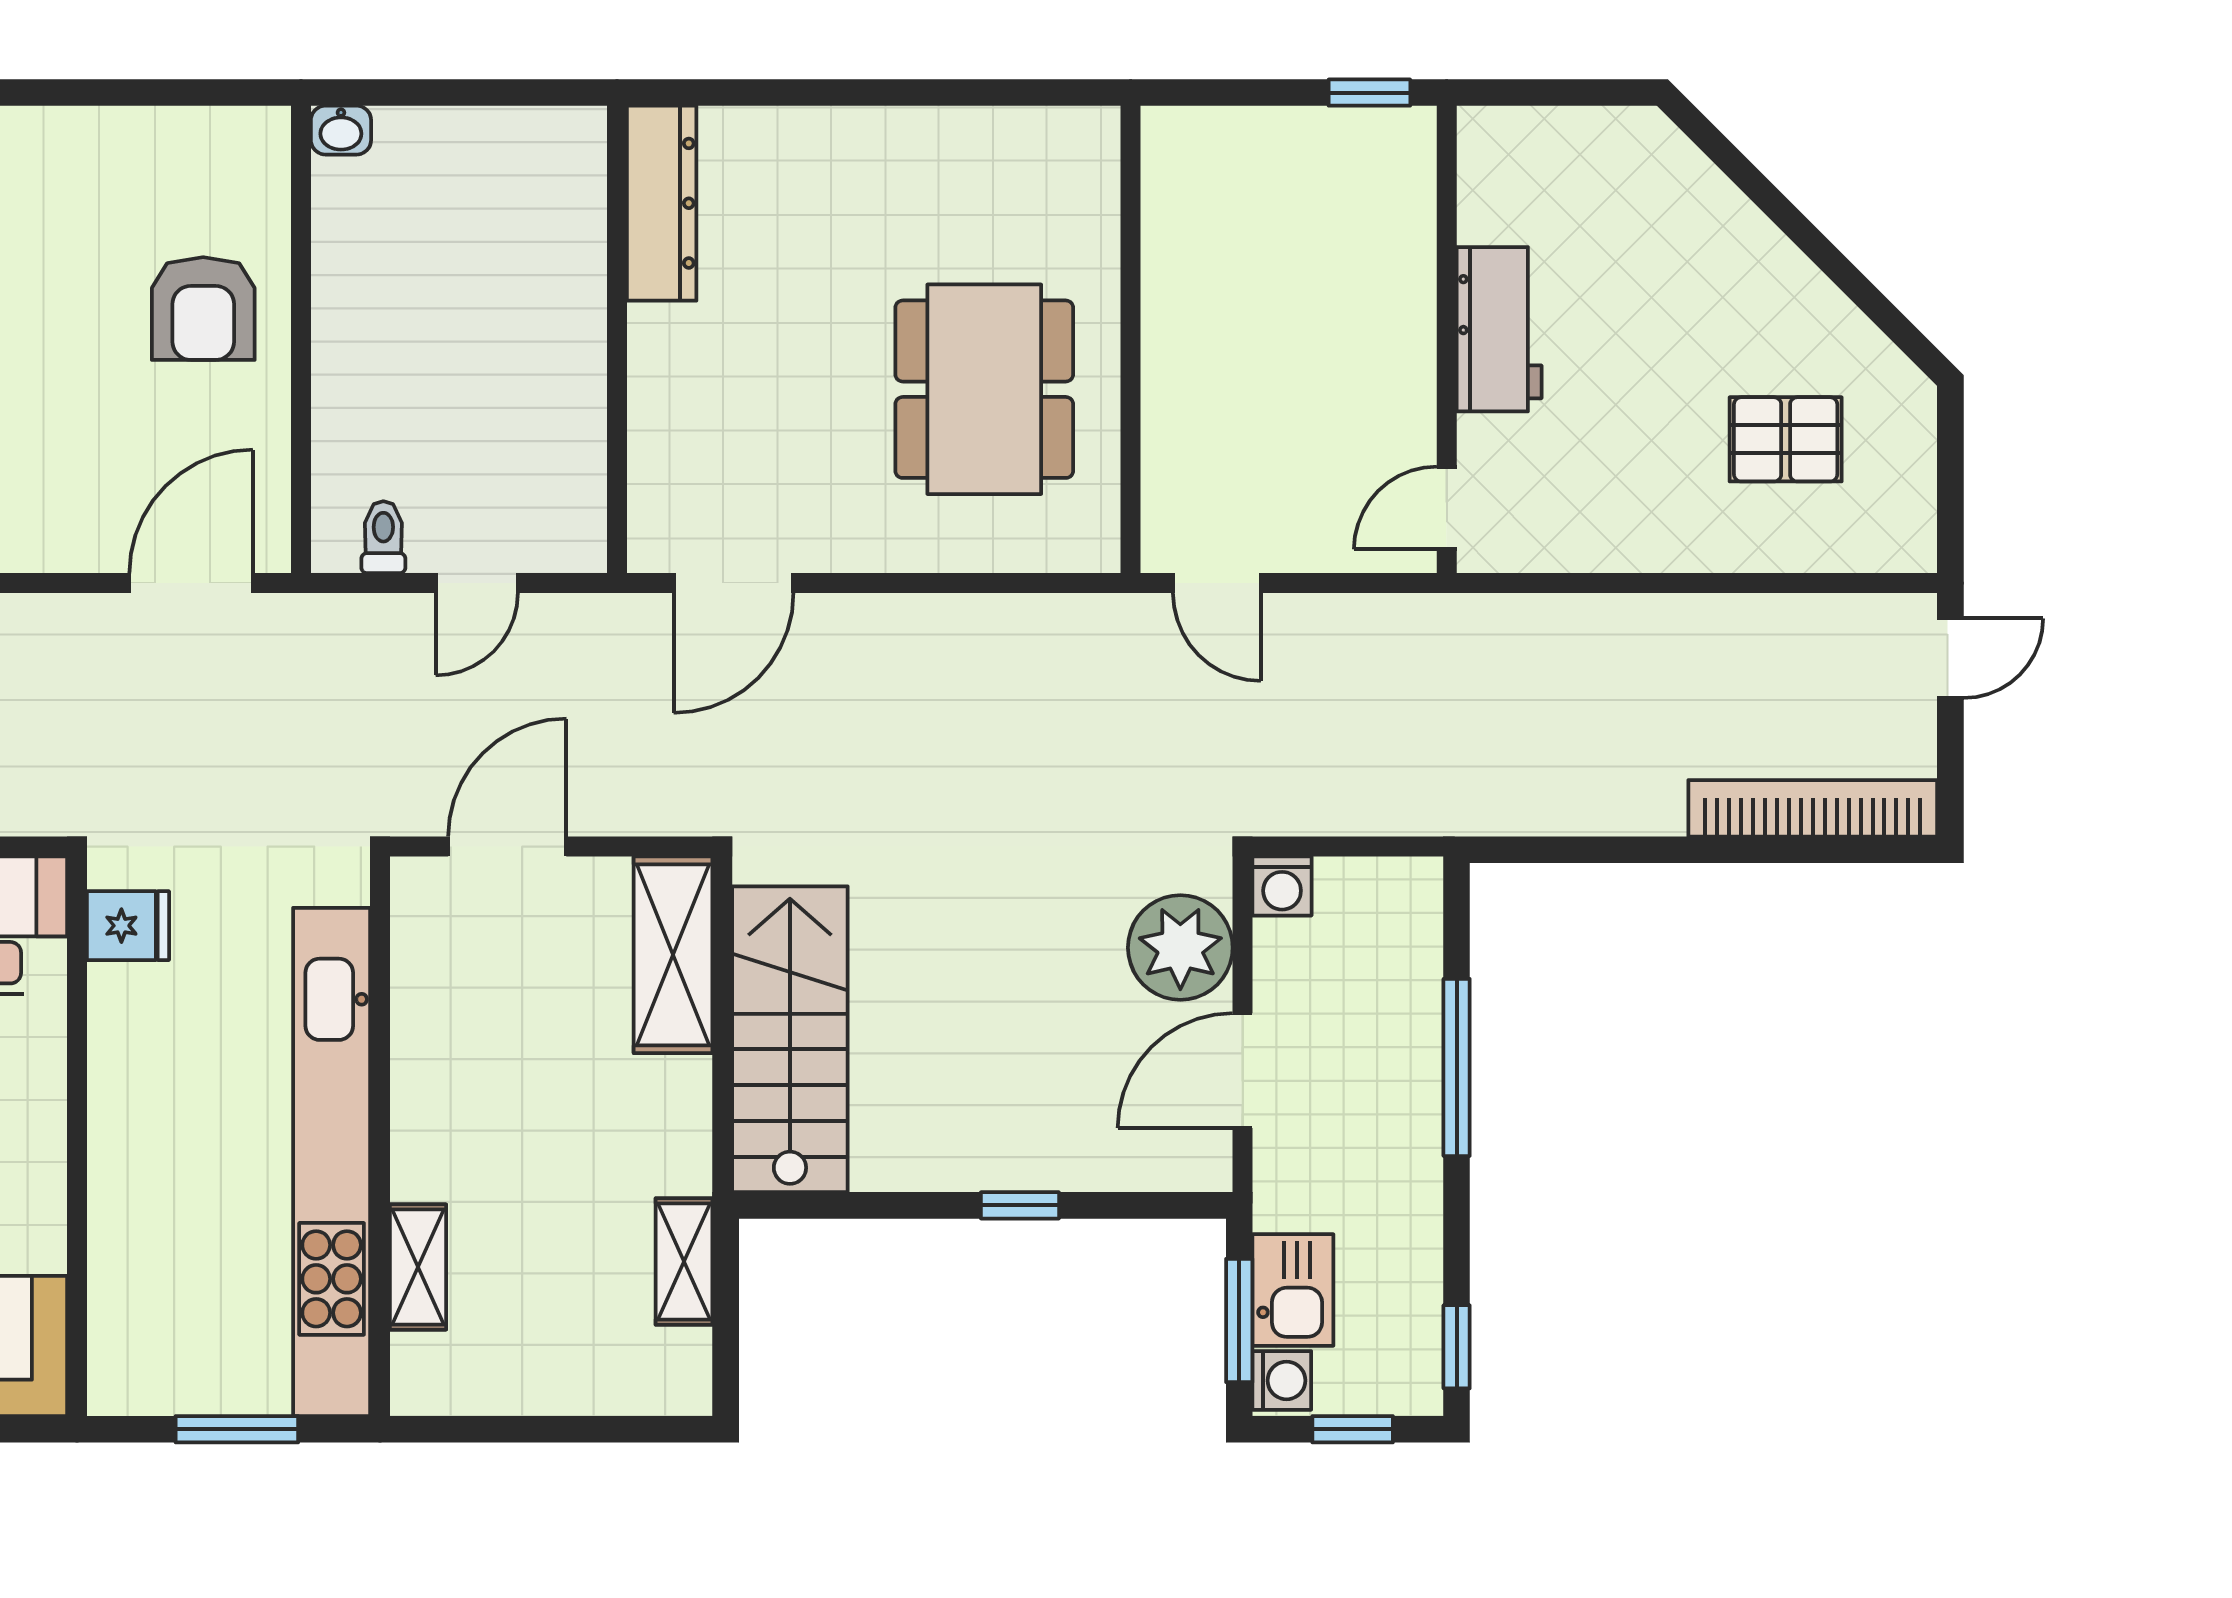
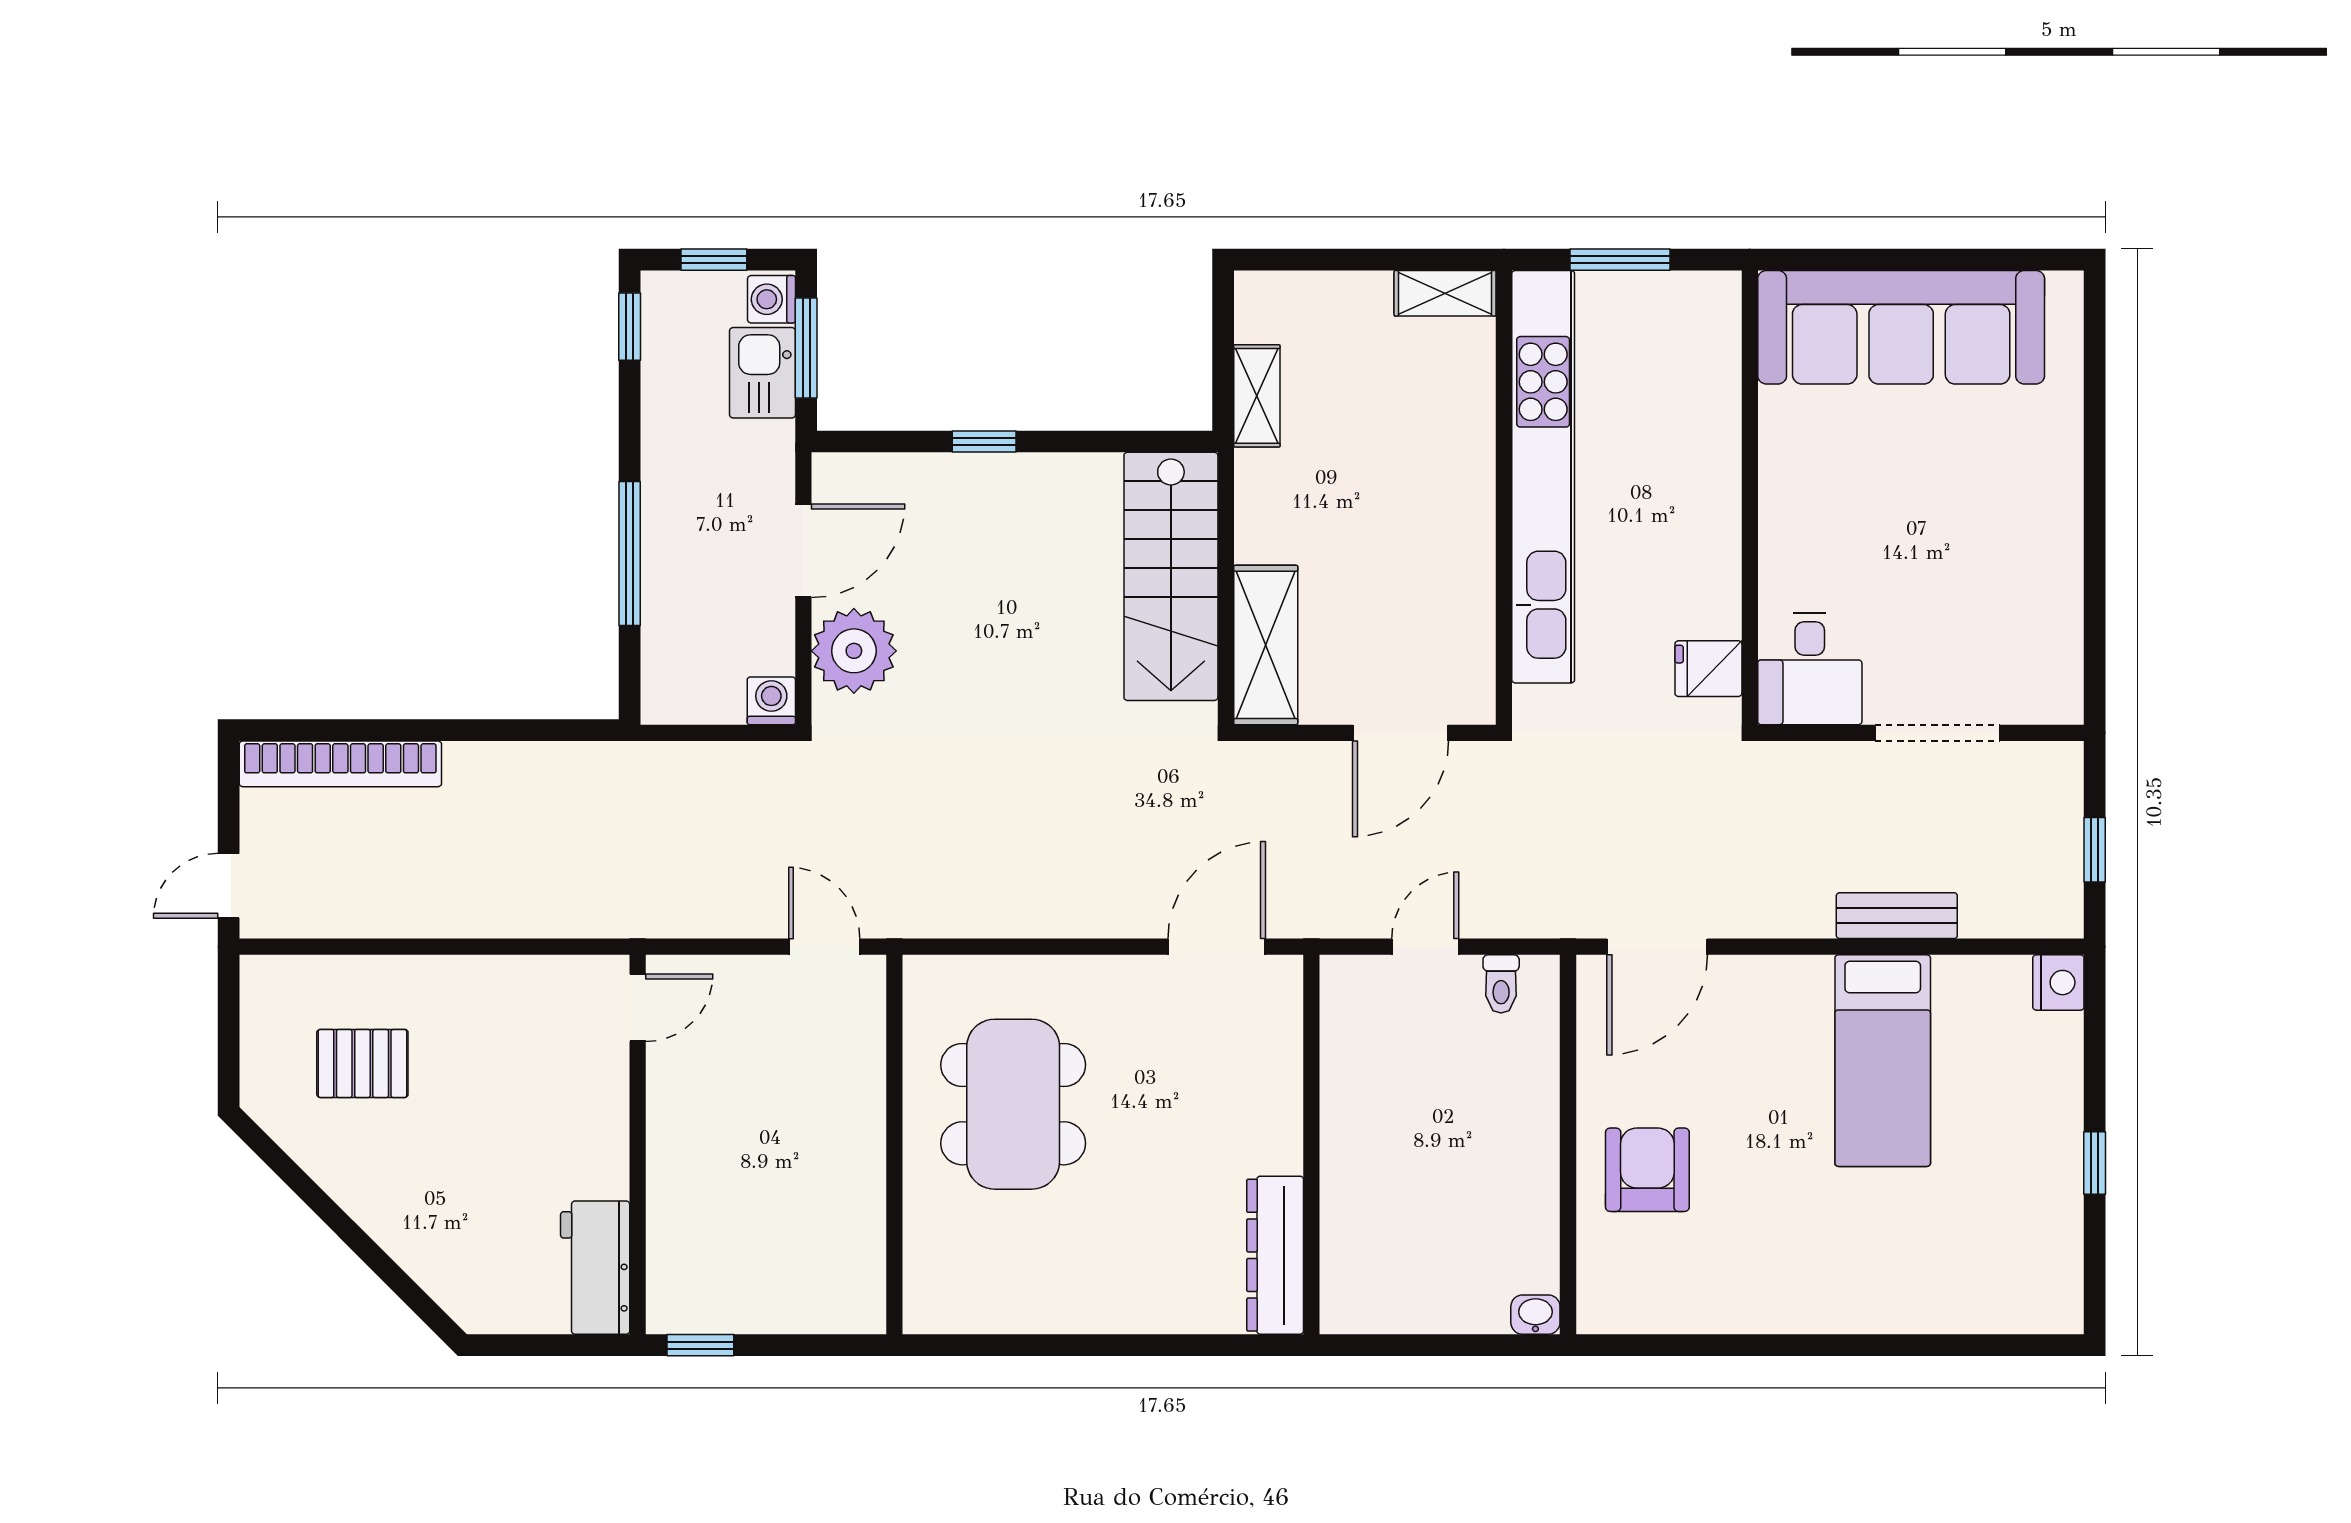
workbench: (1499, 329) -> (595, 1268), moved
shelving: (418, 1267) -> (1445, 293), moved, turned 90

